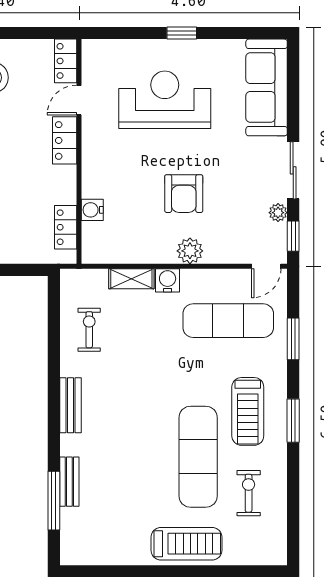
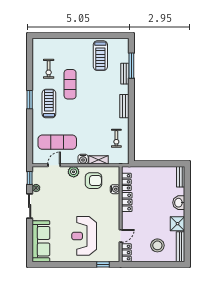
window: (182, 33) -> (103, 264), moved
reception desk: (165, 100) -> (84, 236), turned 90
locker: (65, 140) -> (127, 202), moved
armchair: (184, 194) -> (94, 181), moved, turned 90
door: (266, 266) -> (54, 165), moved
window: (293, 339) -> (30, 134), removed
exercise mat: (198, 457) -> (70, 84), width x0.73, depth x0.69
treadmill: (186, 544) -> (100, 56), moved, turned -90

